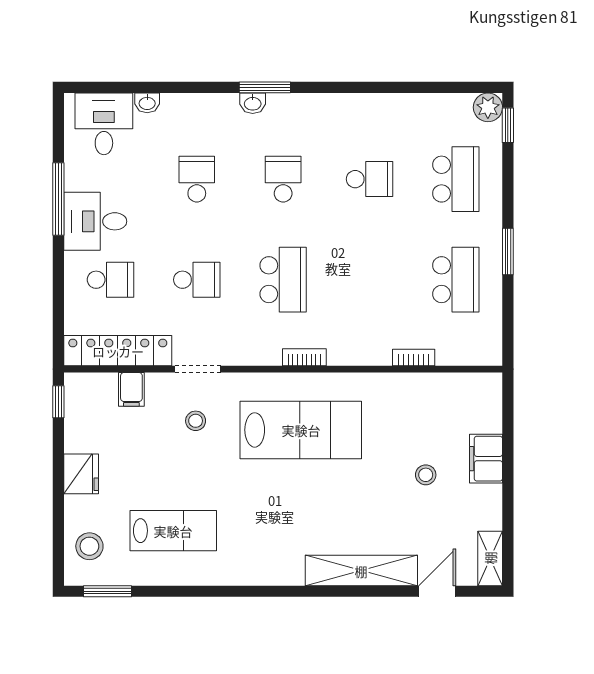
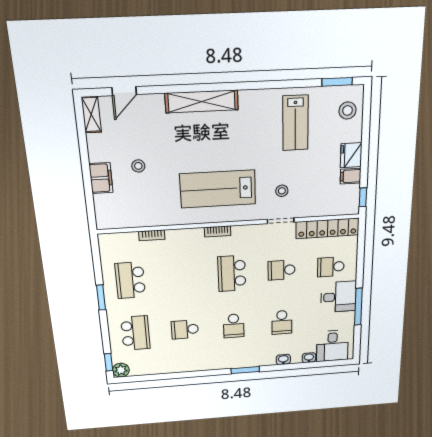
washbasin: (253, 103) -> (283, 360), moved
school desk: (456, 179) -> (135, 333), turned 180
filing cabinet: (131, 389) -> (351, 176), moved, turned -90
lab bench: (173, 531) -> (295, 123), turned -90
shelving: (361, 571) -> (202, 102), moved

